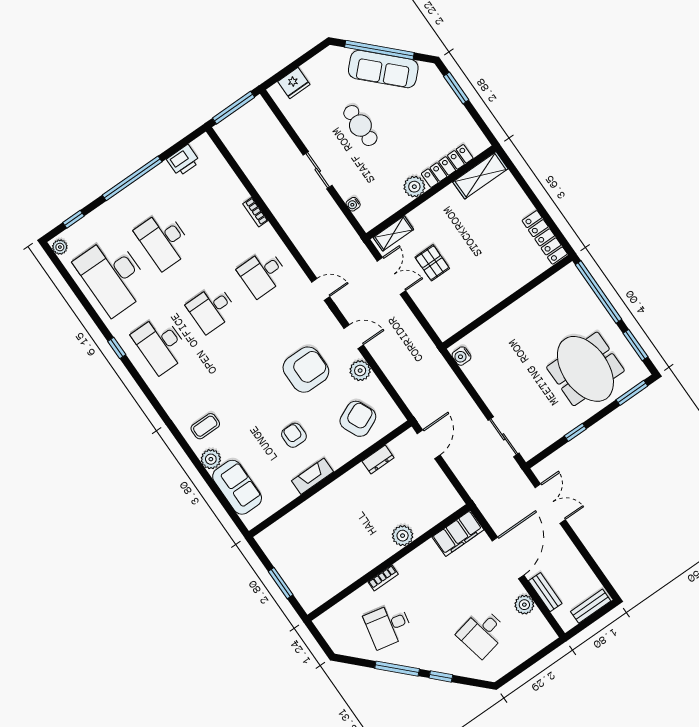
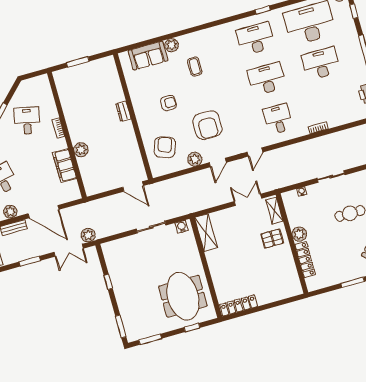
shelving: (480, 175) -> (206, 233), moved
pallet: (432, 263) -> (272, 239), moved
double door: (391, 276) -> (248, 200), swing flipped
window: (598, 292) -> (192, 328), width x0.32
desk: (212, 309) -> (267, 79), width x1.37
meeting table: (585, 369) -> (183, 296), moved, turned 90
armchair: (358, 419) -> (165, 147), turned -137
coffee table: (205, 426) -> (195, 66), moved
sliding door: (504, 437) -> (151, 227), moved
dresser: (378, 459) -> (123, 111), moved
fireplace: (313, 476) -> (138, 106), removed
plant: (519, 484) -> (88, 235), added
filing cabinet: (458, 533) -> (65, 165), moved
window: (585, 553) -> (30, 261), added

